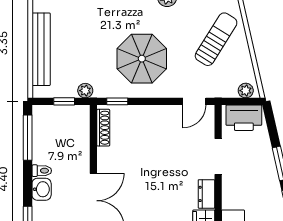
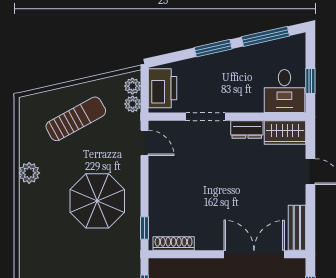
sun lounger: (216, 39) -> (76, 119), turned 119
plant: (85, 91) -> (133, 104), moved

